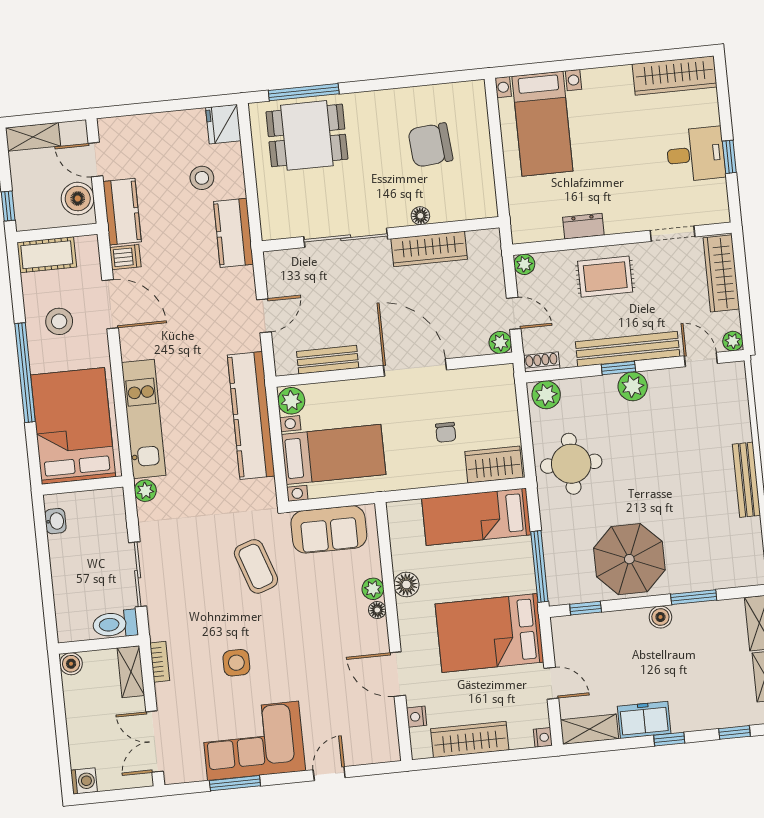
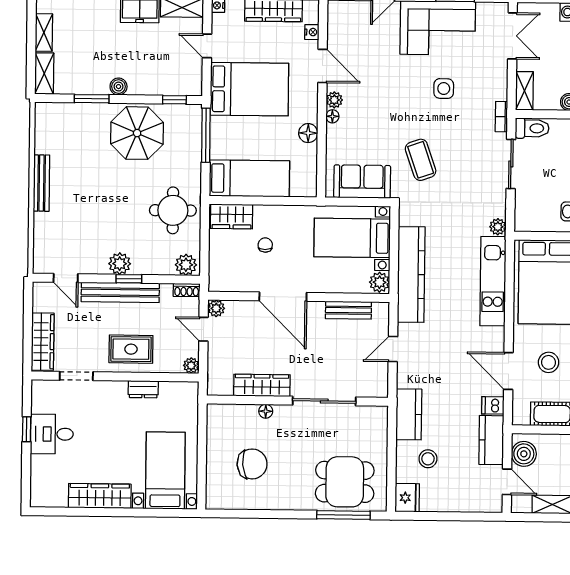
wardrobe: (675, 76) -> (100, 496), moved
plant: (733, 341) -> (40, 289), removed
plant: (373, 589) -> (334, 100), moved
bookcase: (160, 662) -> (501, 117), moved

